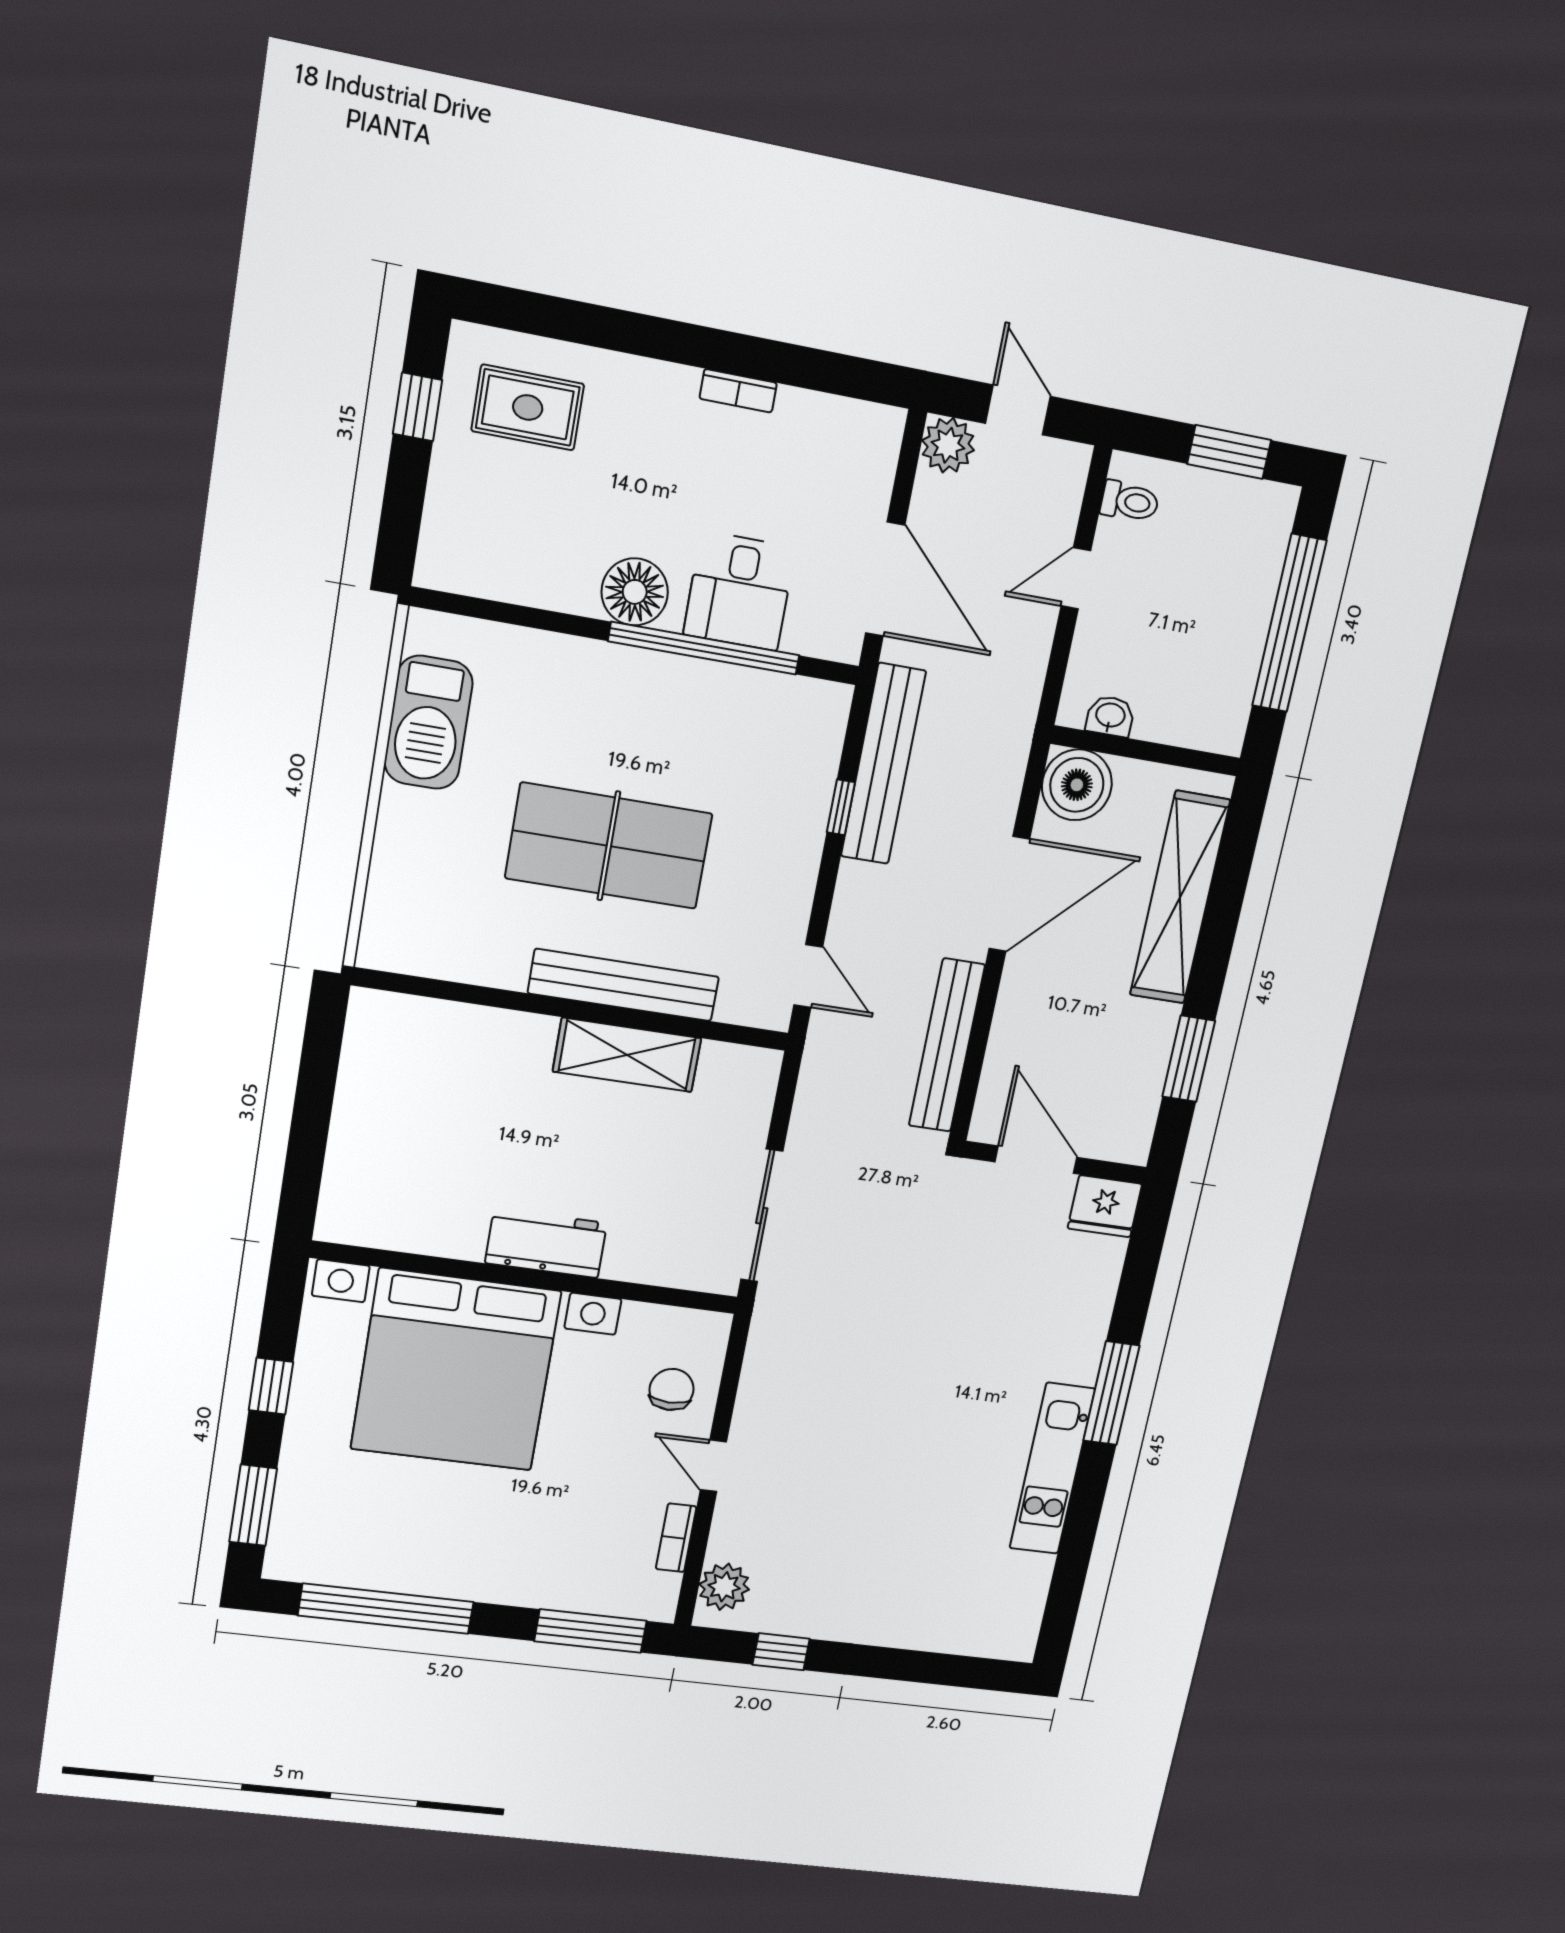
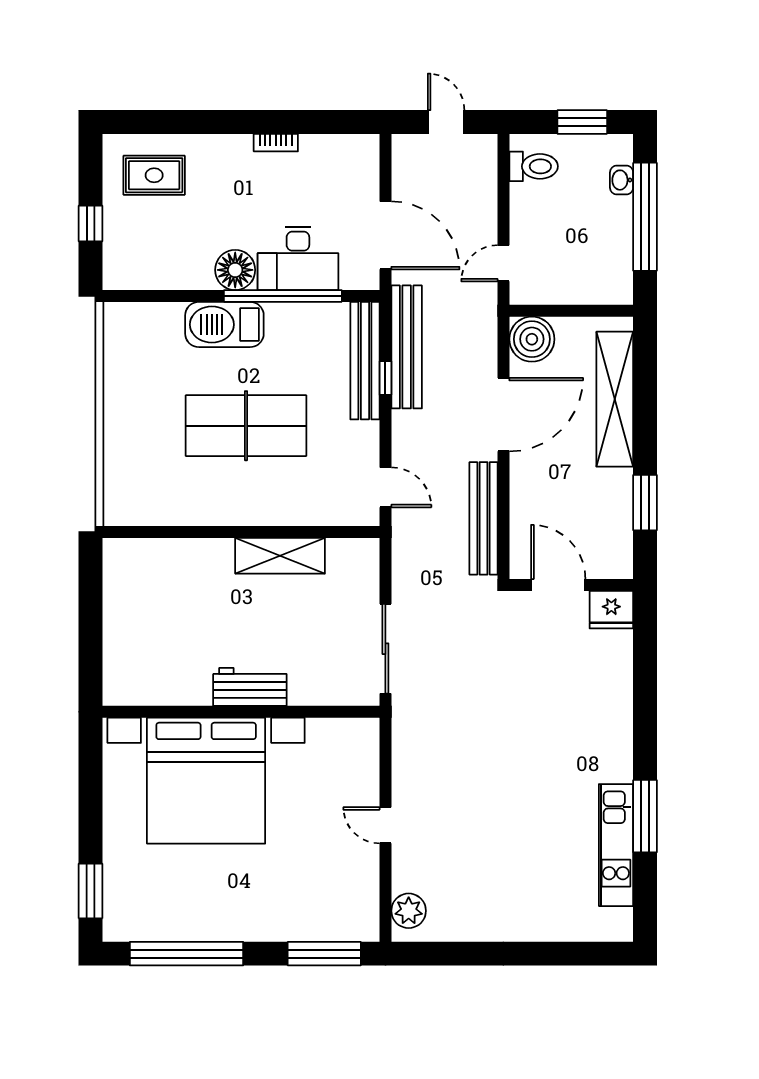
window: (418, 407) -> (91, 223), moved
plant: (948, 445) -> (408, 150), removed
toilet: (1130, 501) -> (534, 166), width x1.37, depth x1.39
door: (1076, 578) -> (503, 263), moved
desk: (739, 591) -> (298, 258), width x1.37
washbasin: (1110, 716) -> (622, 180), moved, turned -90
barbecue: (428, 722) -> (224, 325), moved, turned 90
bench: (623, 985) -> (365, 361), moved, turned 90
window: (271, 1386) -> (91, 807), removed
chair: (671, 1389) -> (348, 775), removed
window: (1111, 1393) -> (645, 816), moved
kitchen unit: (1052, 1469) -> (616, 845), moved
bookcase: (676, 1538) -> (370, 879), removed
window: (781, 1652) -> (456, 954), removed

